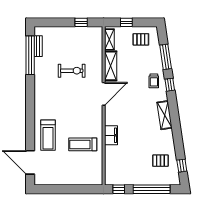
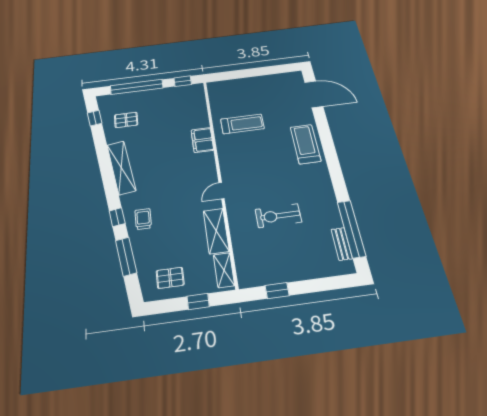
door: (104, 94) -> (222, 191), width x0.53
shelving: (165, 115) -> (121, 167), width x1.47
treadmill: (48, 135) -> (305, 144), moved

